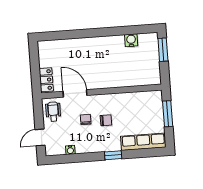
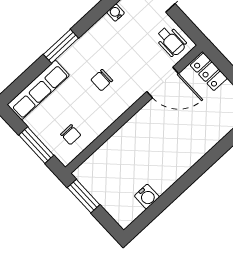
window: (163, 50) -> (84, 196), moved
chair: (86, 120) -> (71, 135), moved
window: (113, 155) -> (61, 46), width x1.50

